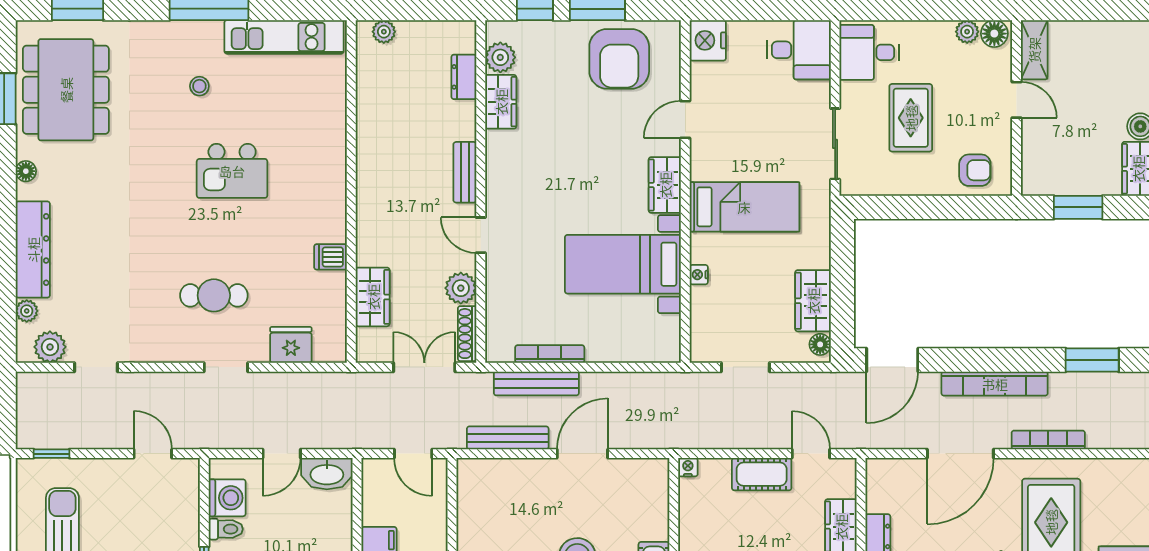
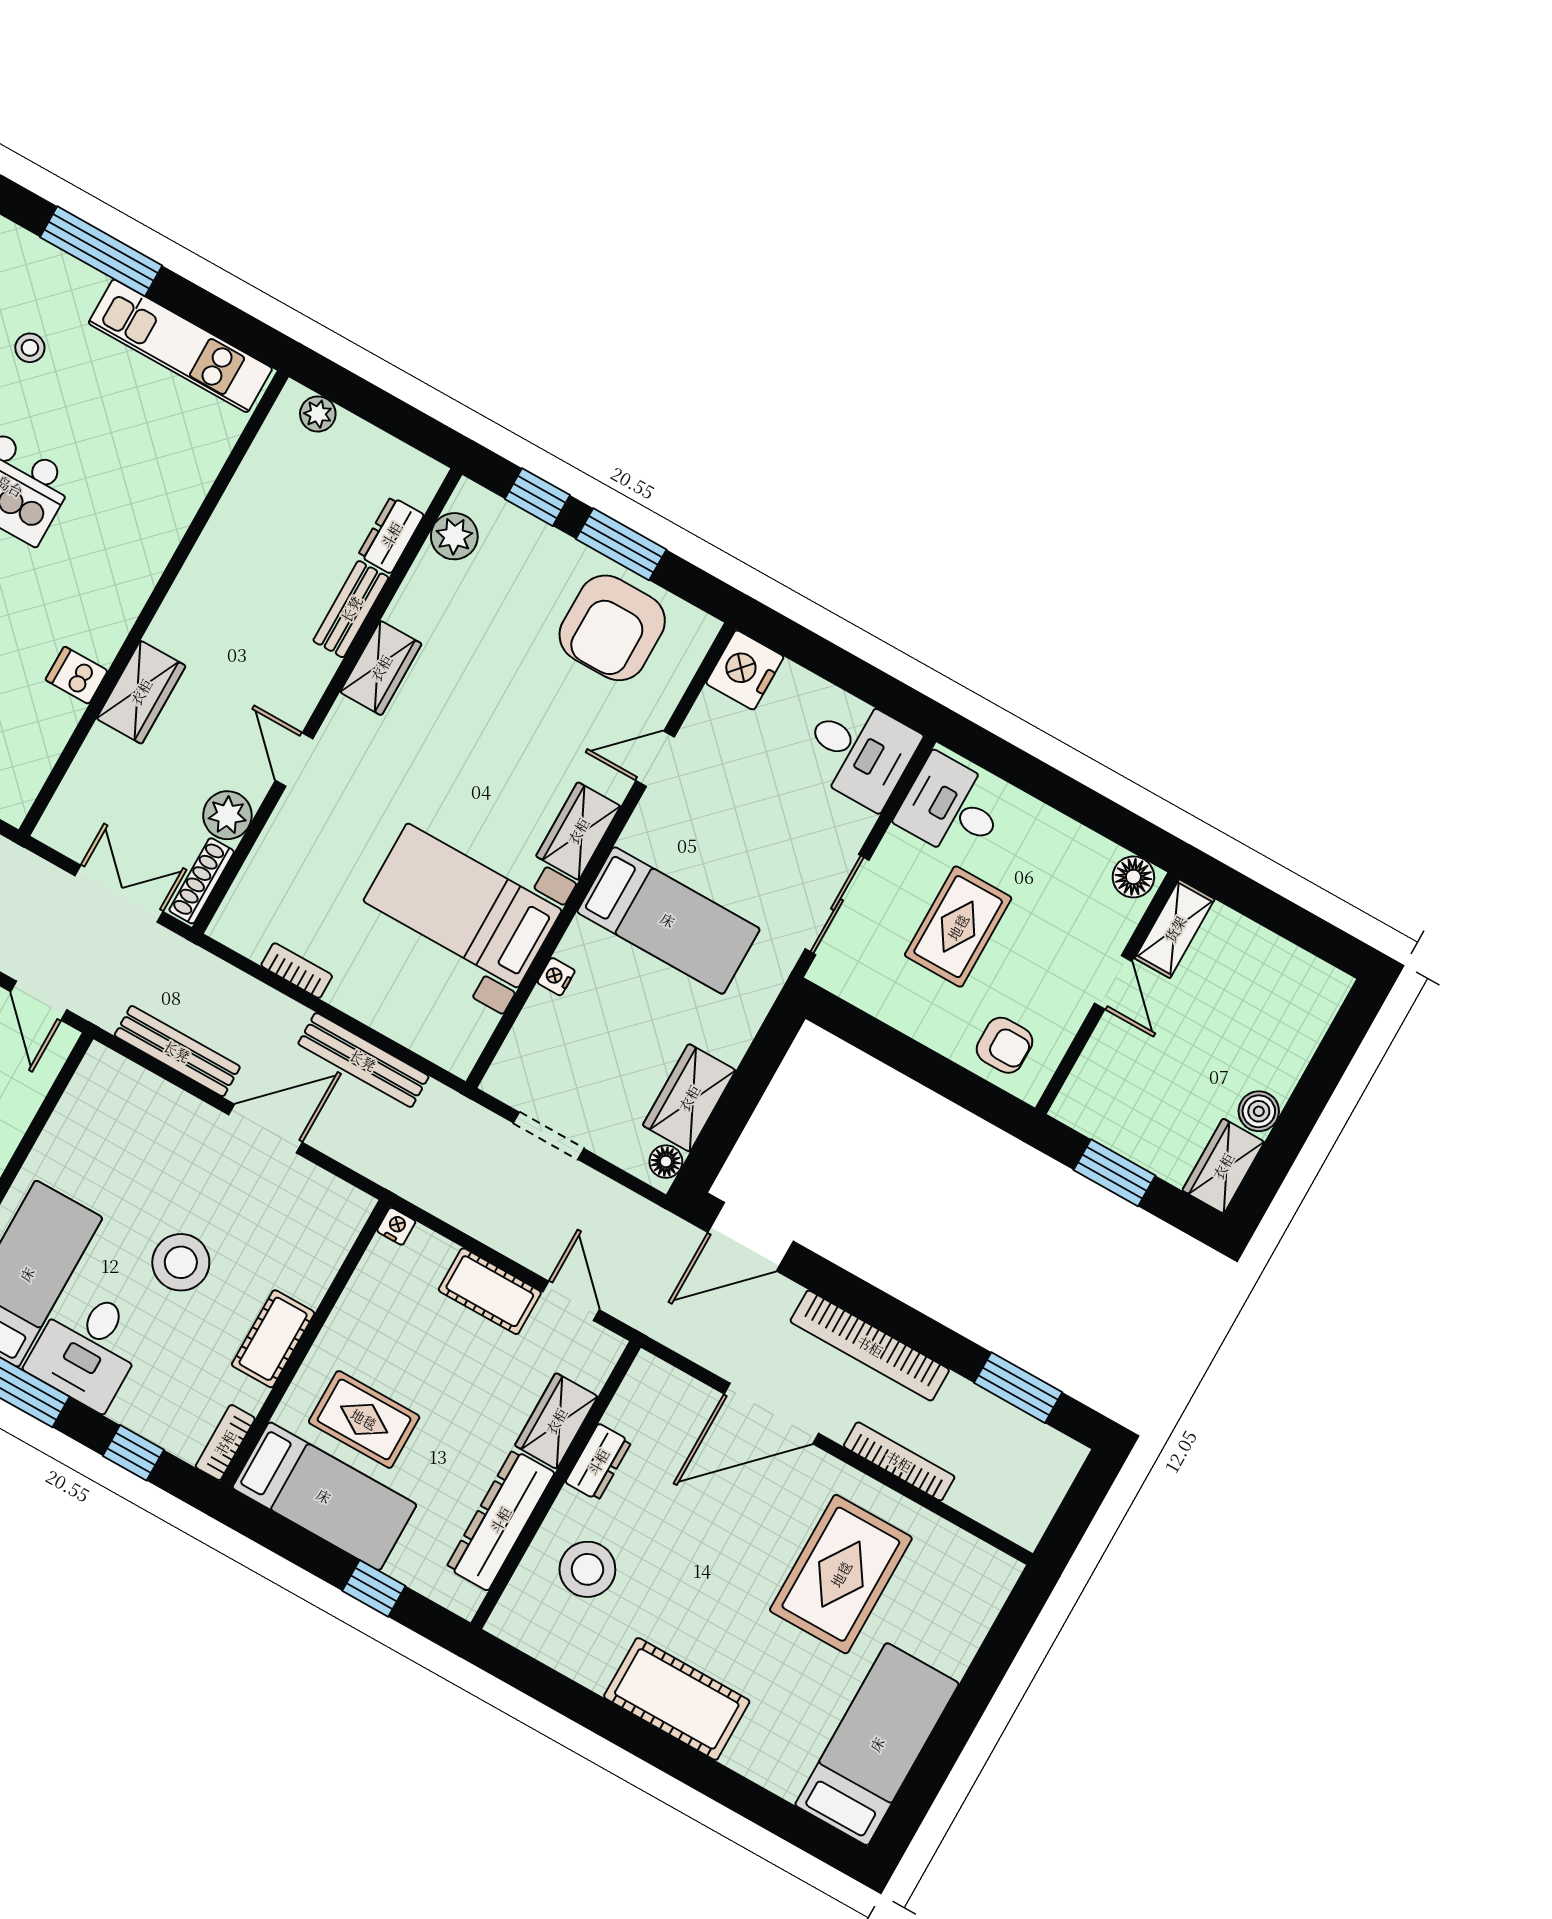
plant: (967, 32) -> (1098, 854), removed
wardrobe: (501, 102) -> (381, 668), moved
bench: (465, 172) -> (351, 609), moved
wardrobe: (373, 297) -> (141, 692), moved
bookcase: (550, 354) -> (297, 971), width x0.64
bench: (536, 383) -> (363, 1060), moved

